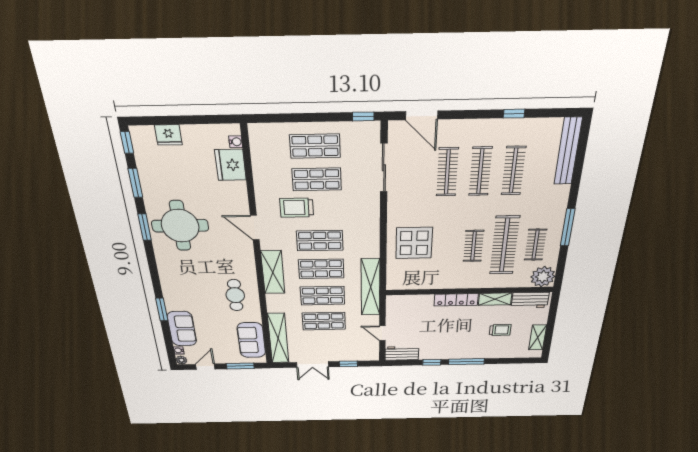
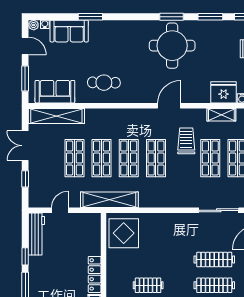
display table: (414, 243) -> (124, 233), moved
shelving: (273, 272) -> (221, 115), moved, width x0.67, depth x0.75
workbench: (402, 353) -> (36, 234), width x1.38

